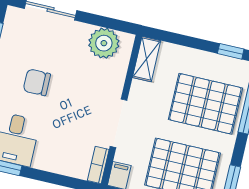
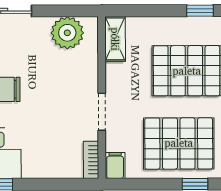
doorway: (119, 123) -> (102, 112), width x0.73

